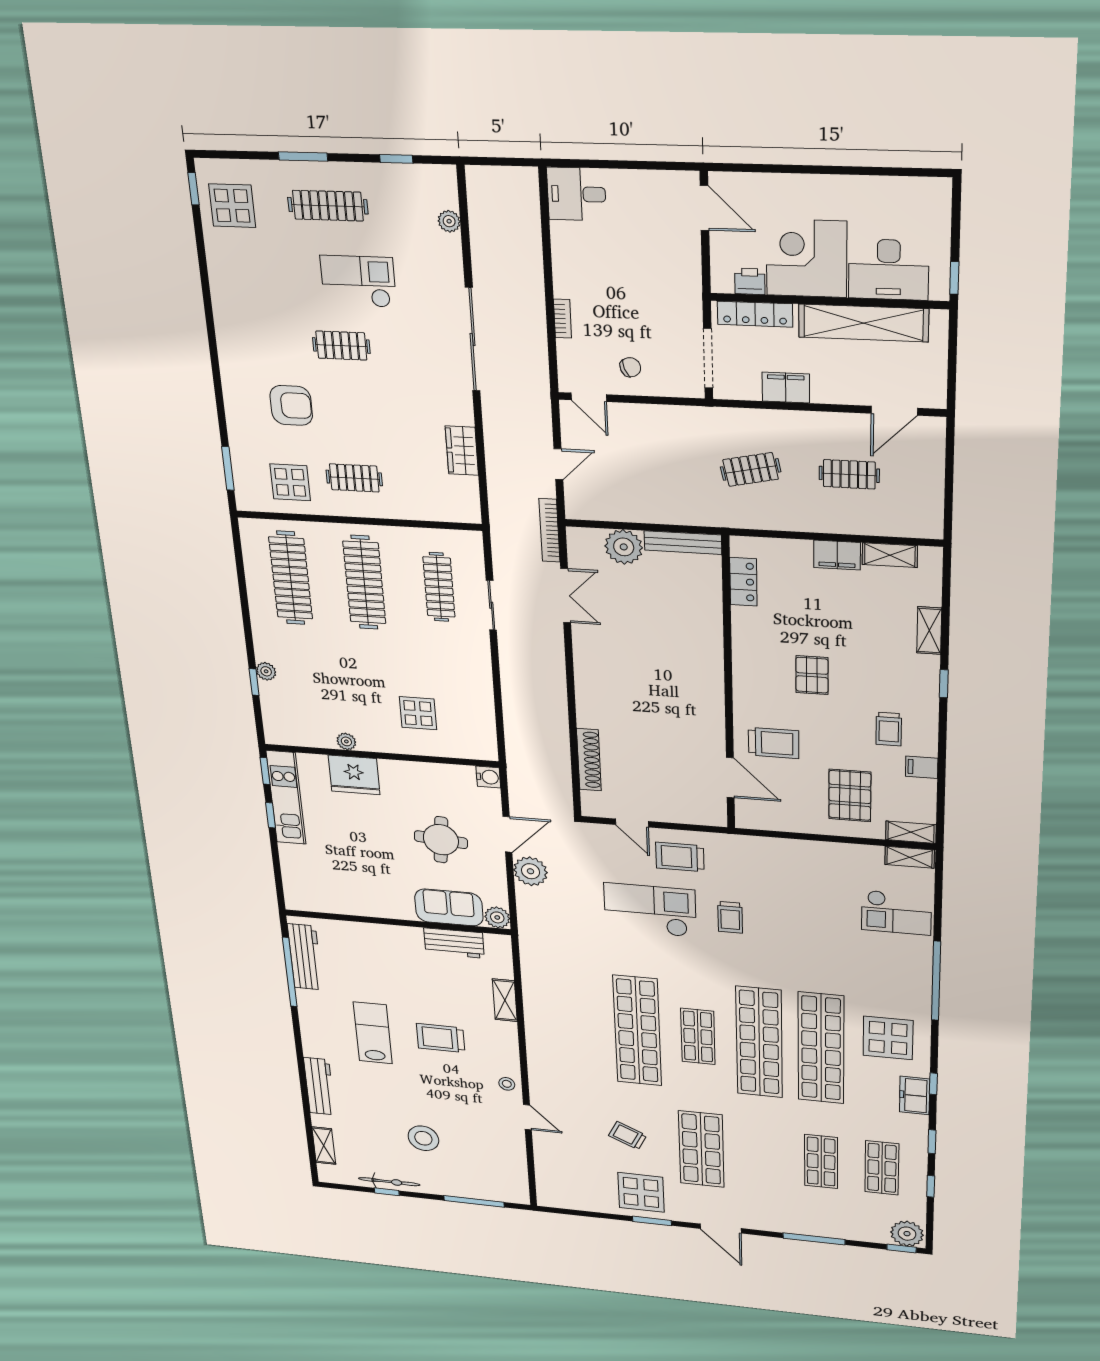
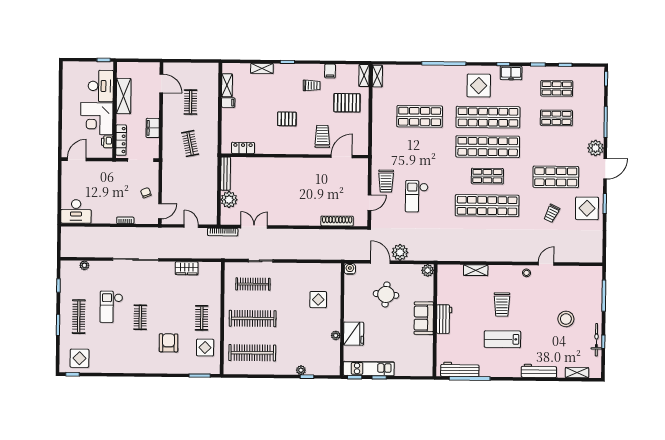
desk: (576, 194) -> (76, 211), width x1.37
shelving: (863, 323) -> (124, 96), width x0.68
filing cabinet: (837, 555) -> (228, 103), width x0.50
sofa: (449, 908) -> (424, 318), moved
checkout: (650, 910) -> (417, 196), width x0.73, depth x0.83
checkout: (896, 913) -> (408, 82), removed
trolley: (730, 917) -> (417, 159), removed
shop shelf: (821, 928) -> (420, 116), added
workbench: (454, 943) -> (444, 319), moved
plant: (907, 1234) -> (596, 148), moved

